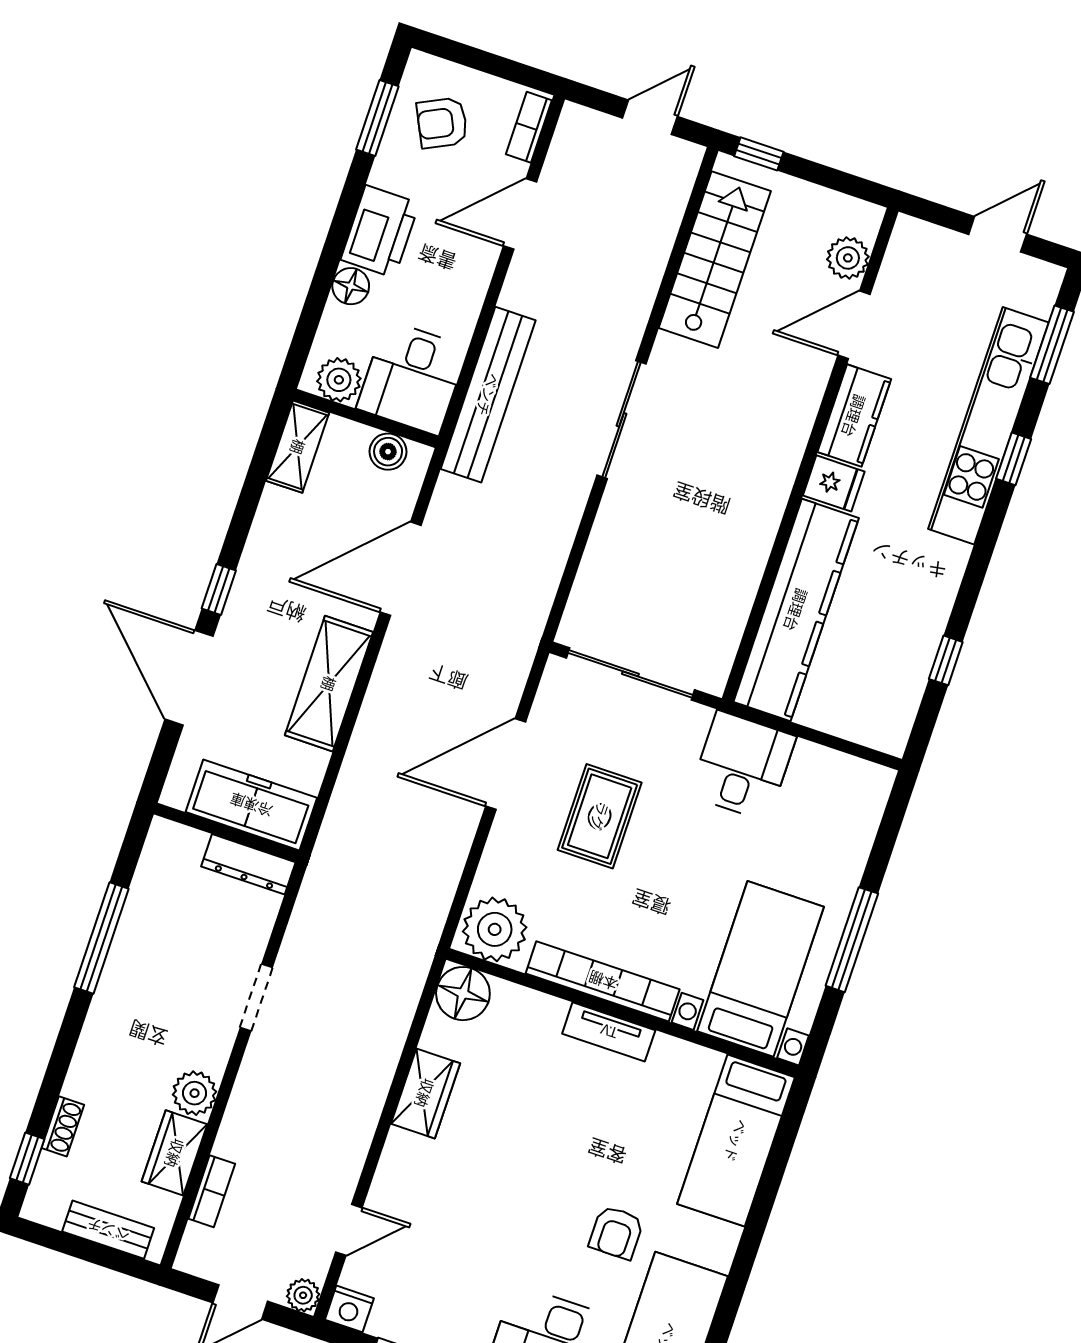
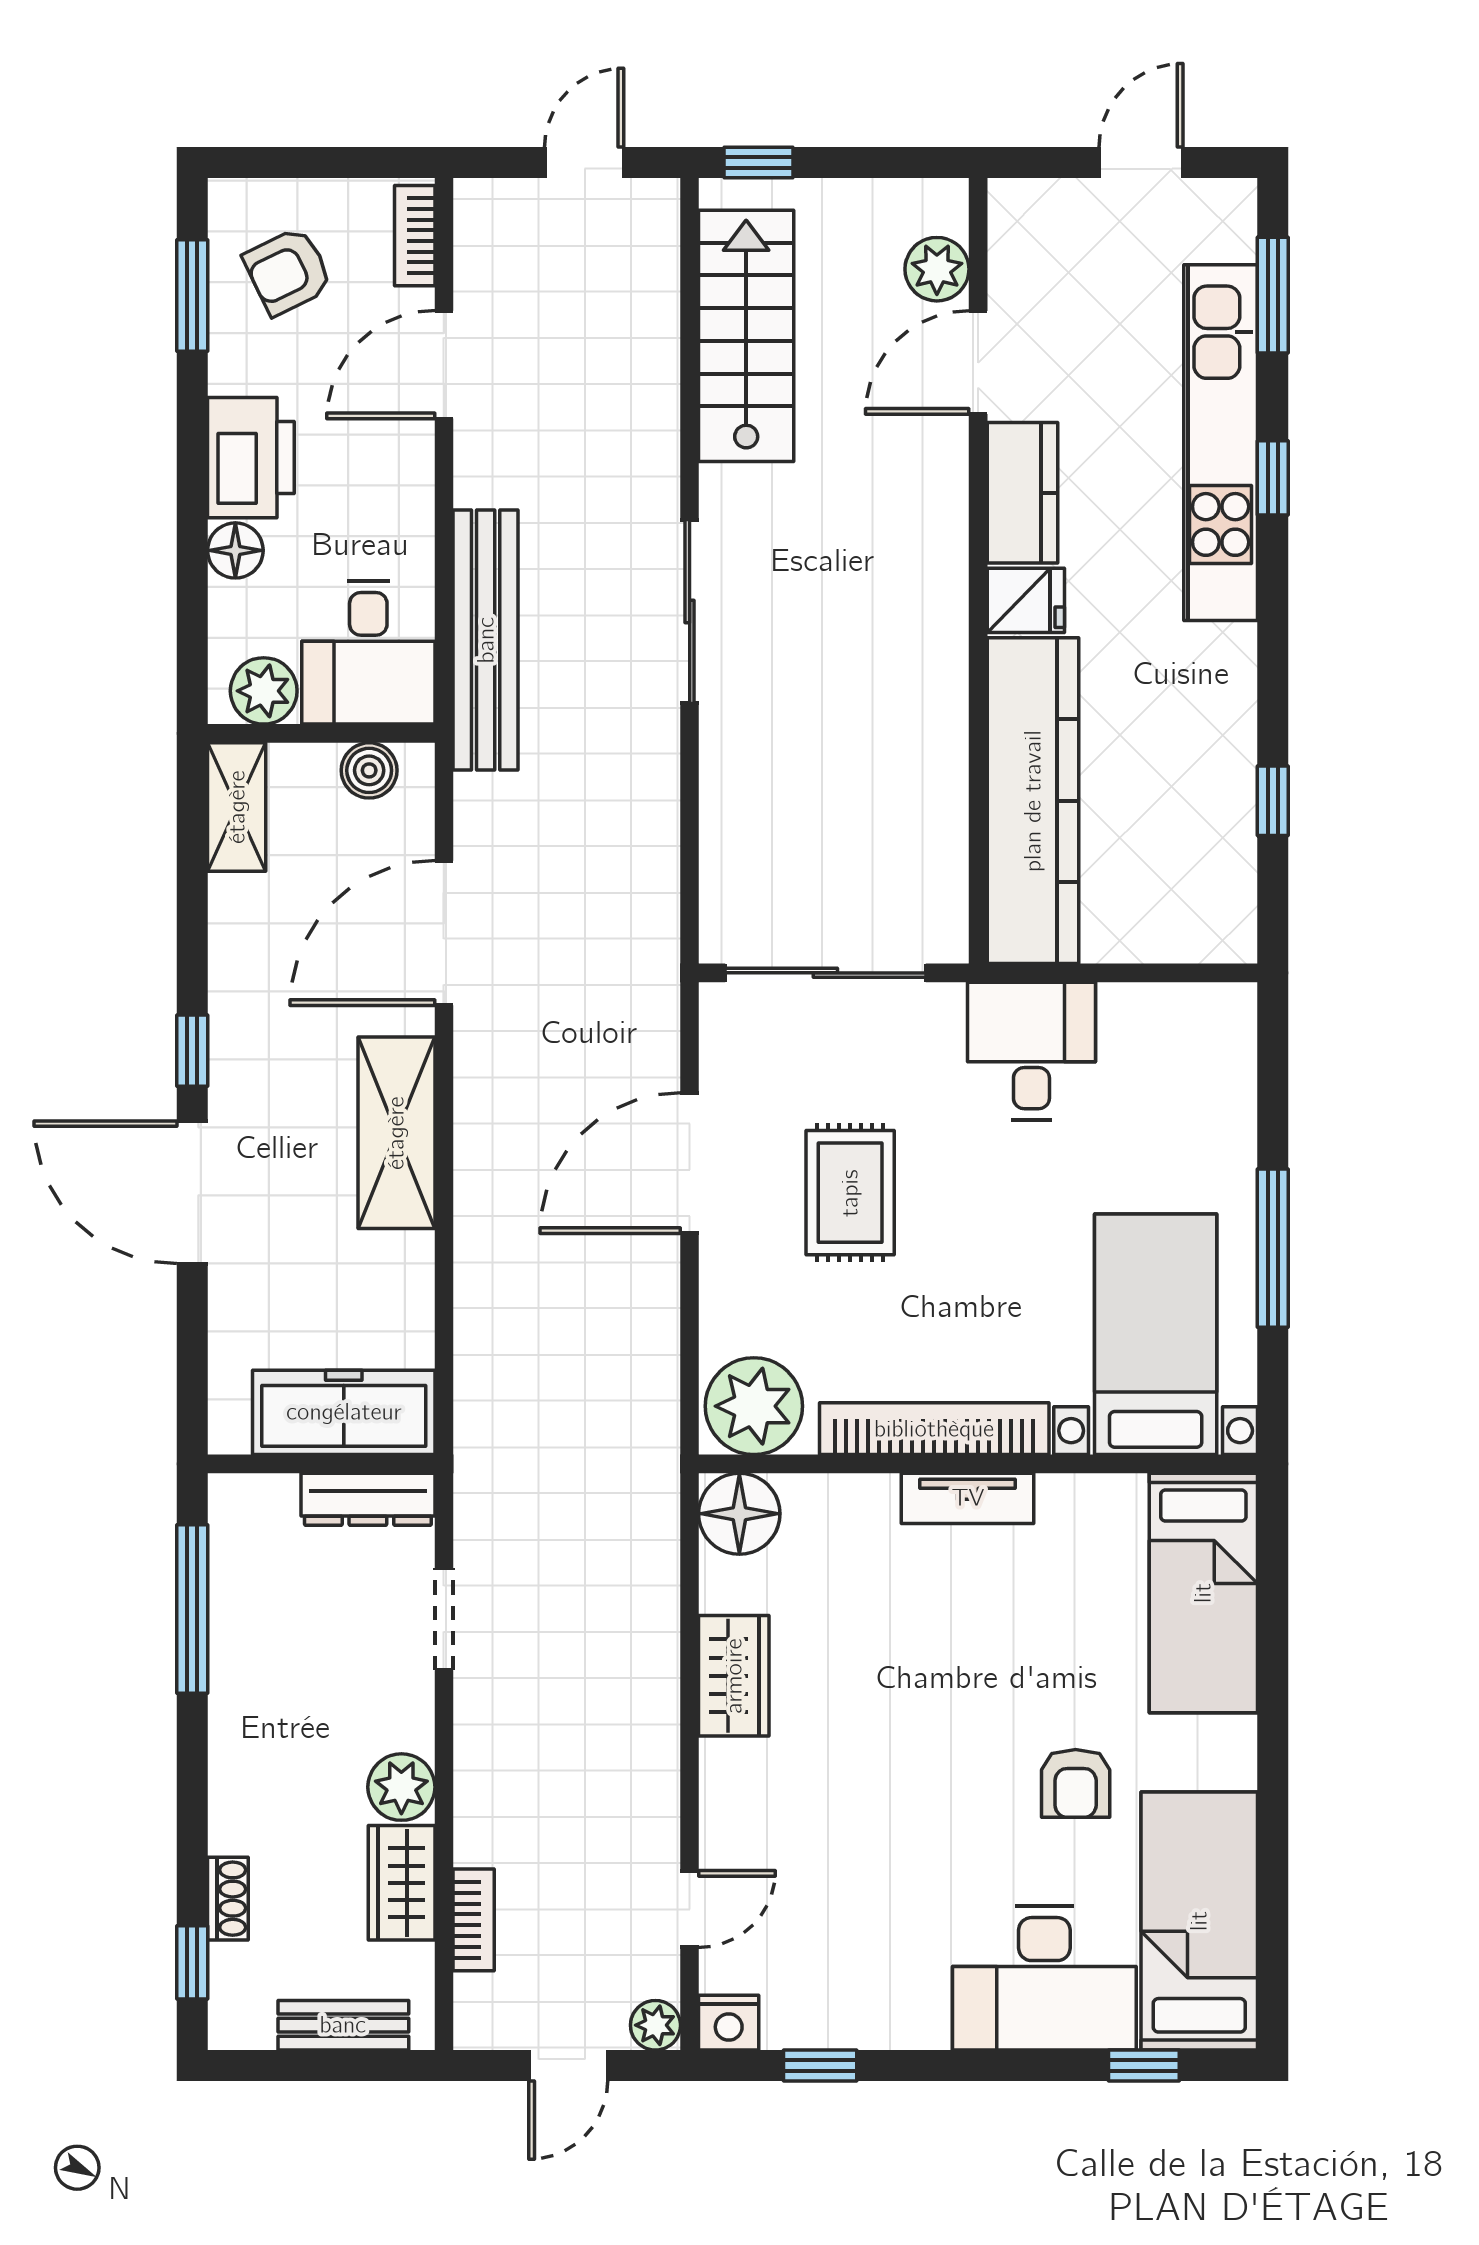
freezer: (251, 805) -> (344, 1412), moved
wall: (227, 832) -> (321, 1464), moved
dresser: (248, 864) -> (368, 1499), moved

